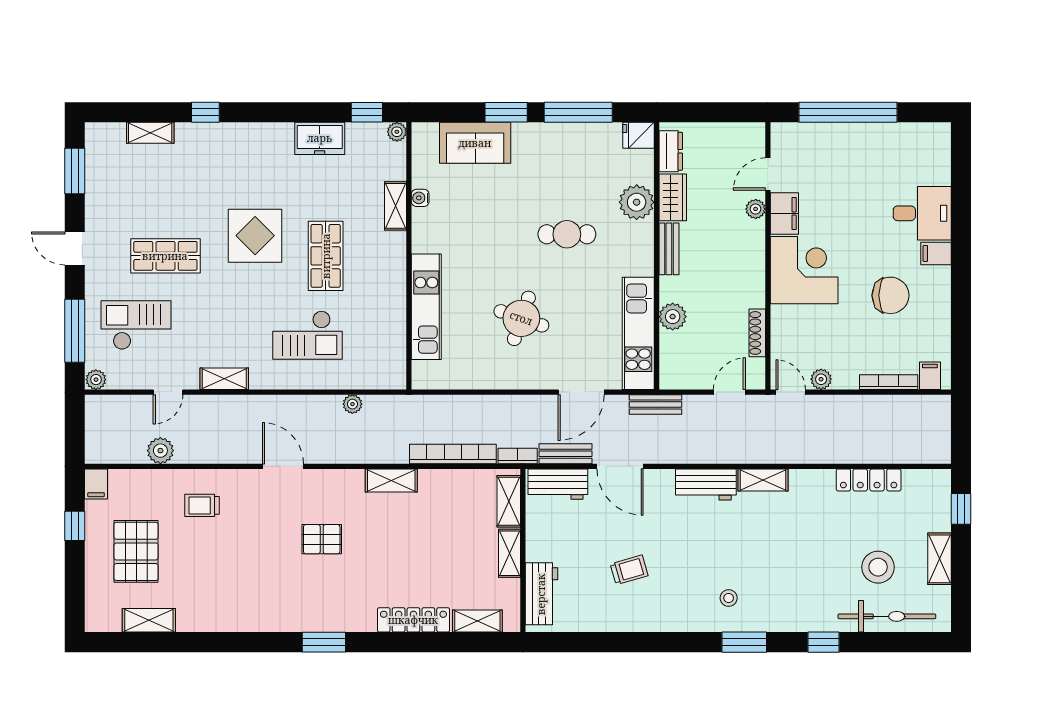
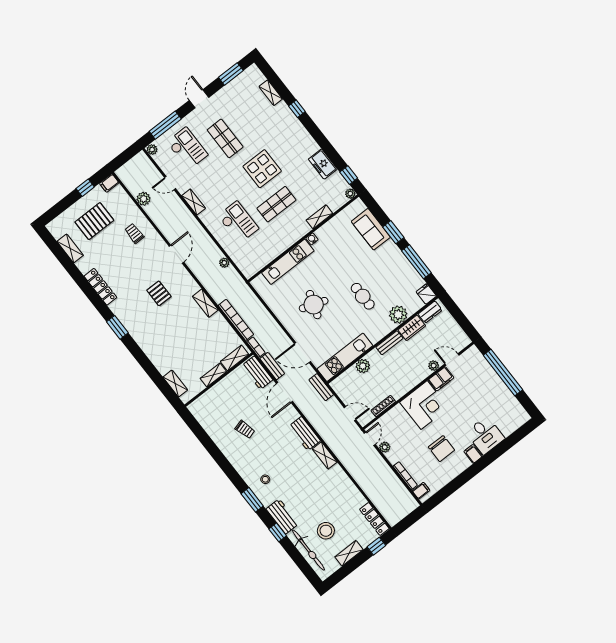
water cooler: (420, 198) -> (312, 239), moved
checkout: (308, 335) -> (238, 222), turned 180
locker: (869, 480) -> (374, 519), moved
workbench: (541, 594) -> (282, 516), moved, turned -90
locker: (413, 620) -> (100, 287), moved

